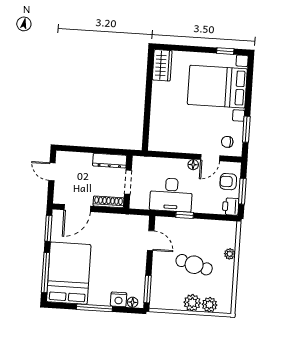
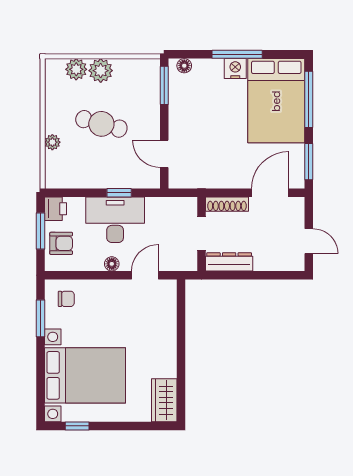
door: (210, 158) -> (145, 275), moved
desk: (171, 195) -> (115, 220), moved
nightstand: (119, 299) -> (235, 69), moved

